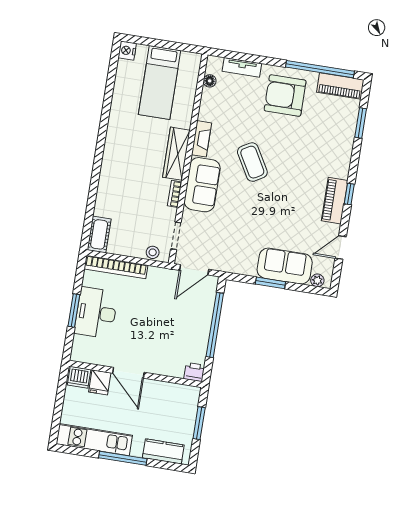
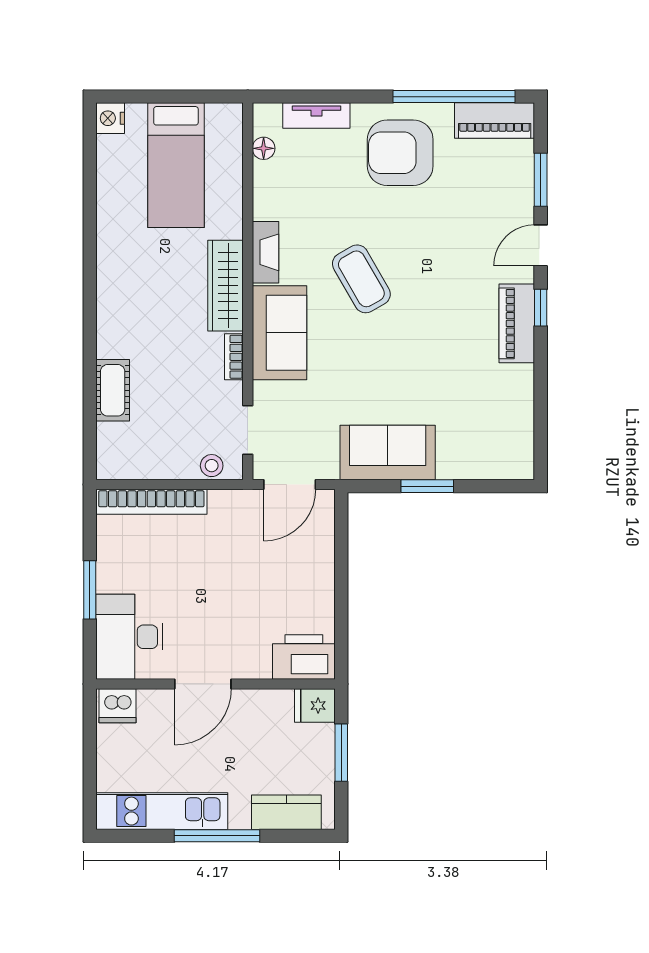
cot: (99, 234) -> (113, 390), moved
door: (341, 248) -> (541, 245), moved
sofa: (285, 266) -> (388, 453), moved
plant: (317, 280) -> (509, 468), removed
desk: (96, 313) -> (129, 637), moved
window: (215, 325) -> (341, 576), removed
printer: (194, 372) -> (304, 657), width x1.87, depth x1.48
door: (128, 373) -> (203, 684), hinge flipped
fridge: (100, 382) -> (315, 706), moved, turned 90

